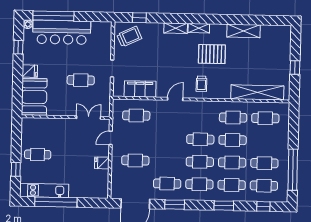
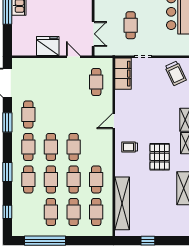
filing cabinet: (140, 89) -> (123, 74), moved
door: (175, 99) -> (114, 121), swing flipped
cafe table: (135, 160) -> (51, 82), removed
fridge: (102, 163) -> (48, 46), width x1.88, depth x1.34
cafe table: (264, 186) -> (74, 212), moved

